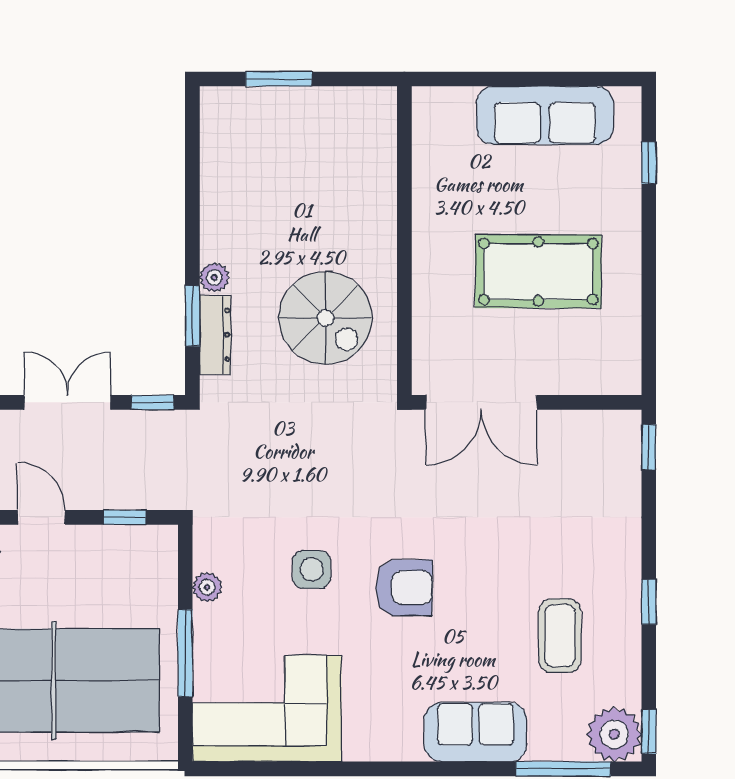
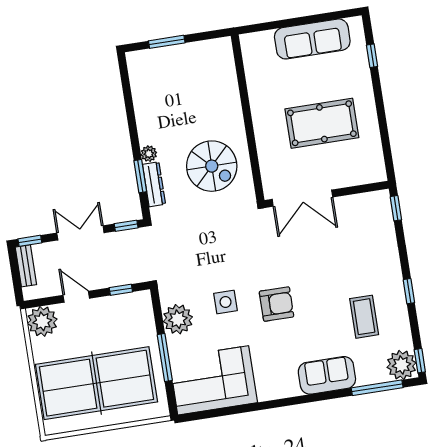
plant: (207, 587) -> (178, 319), width x1.88, depth x1.88

